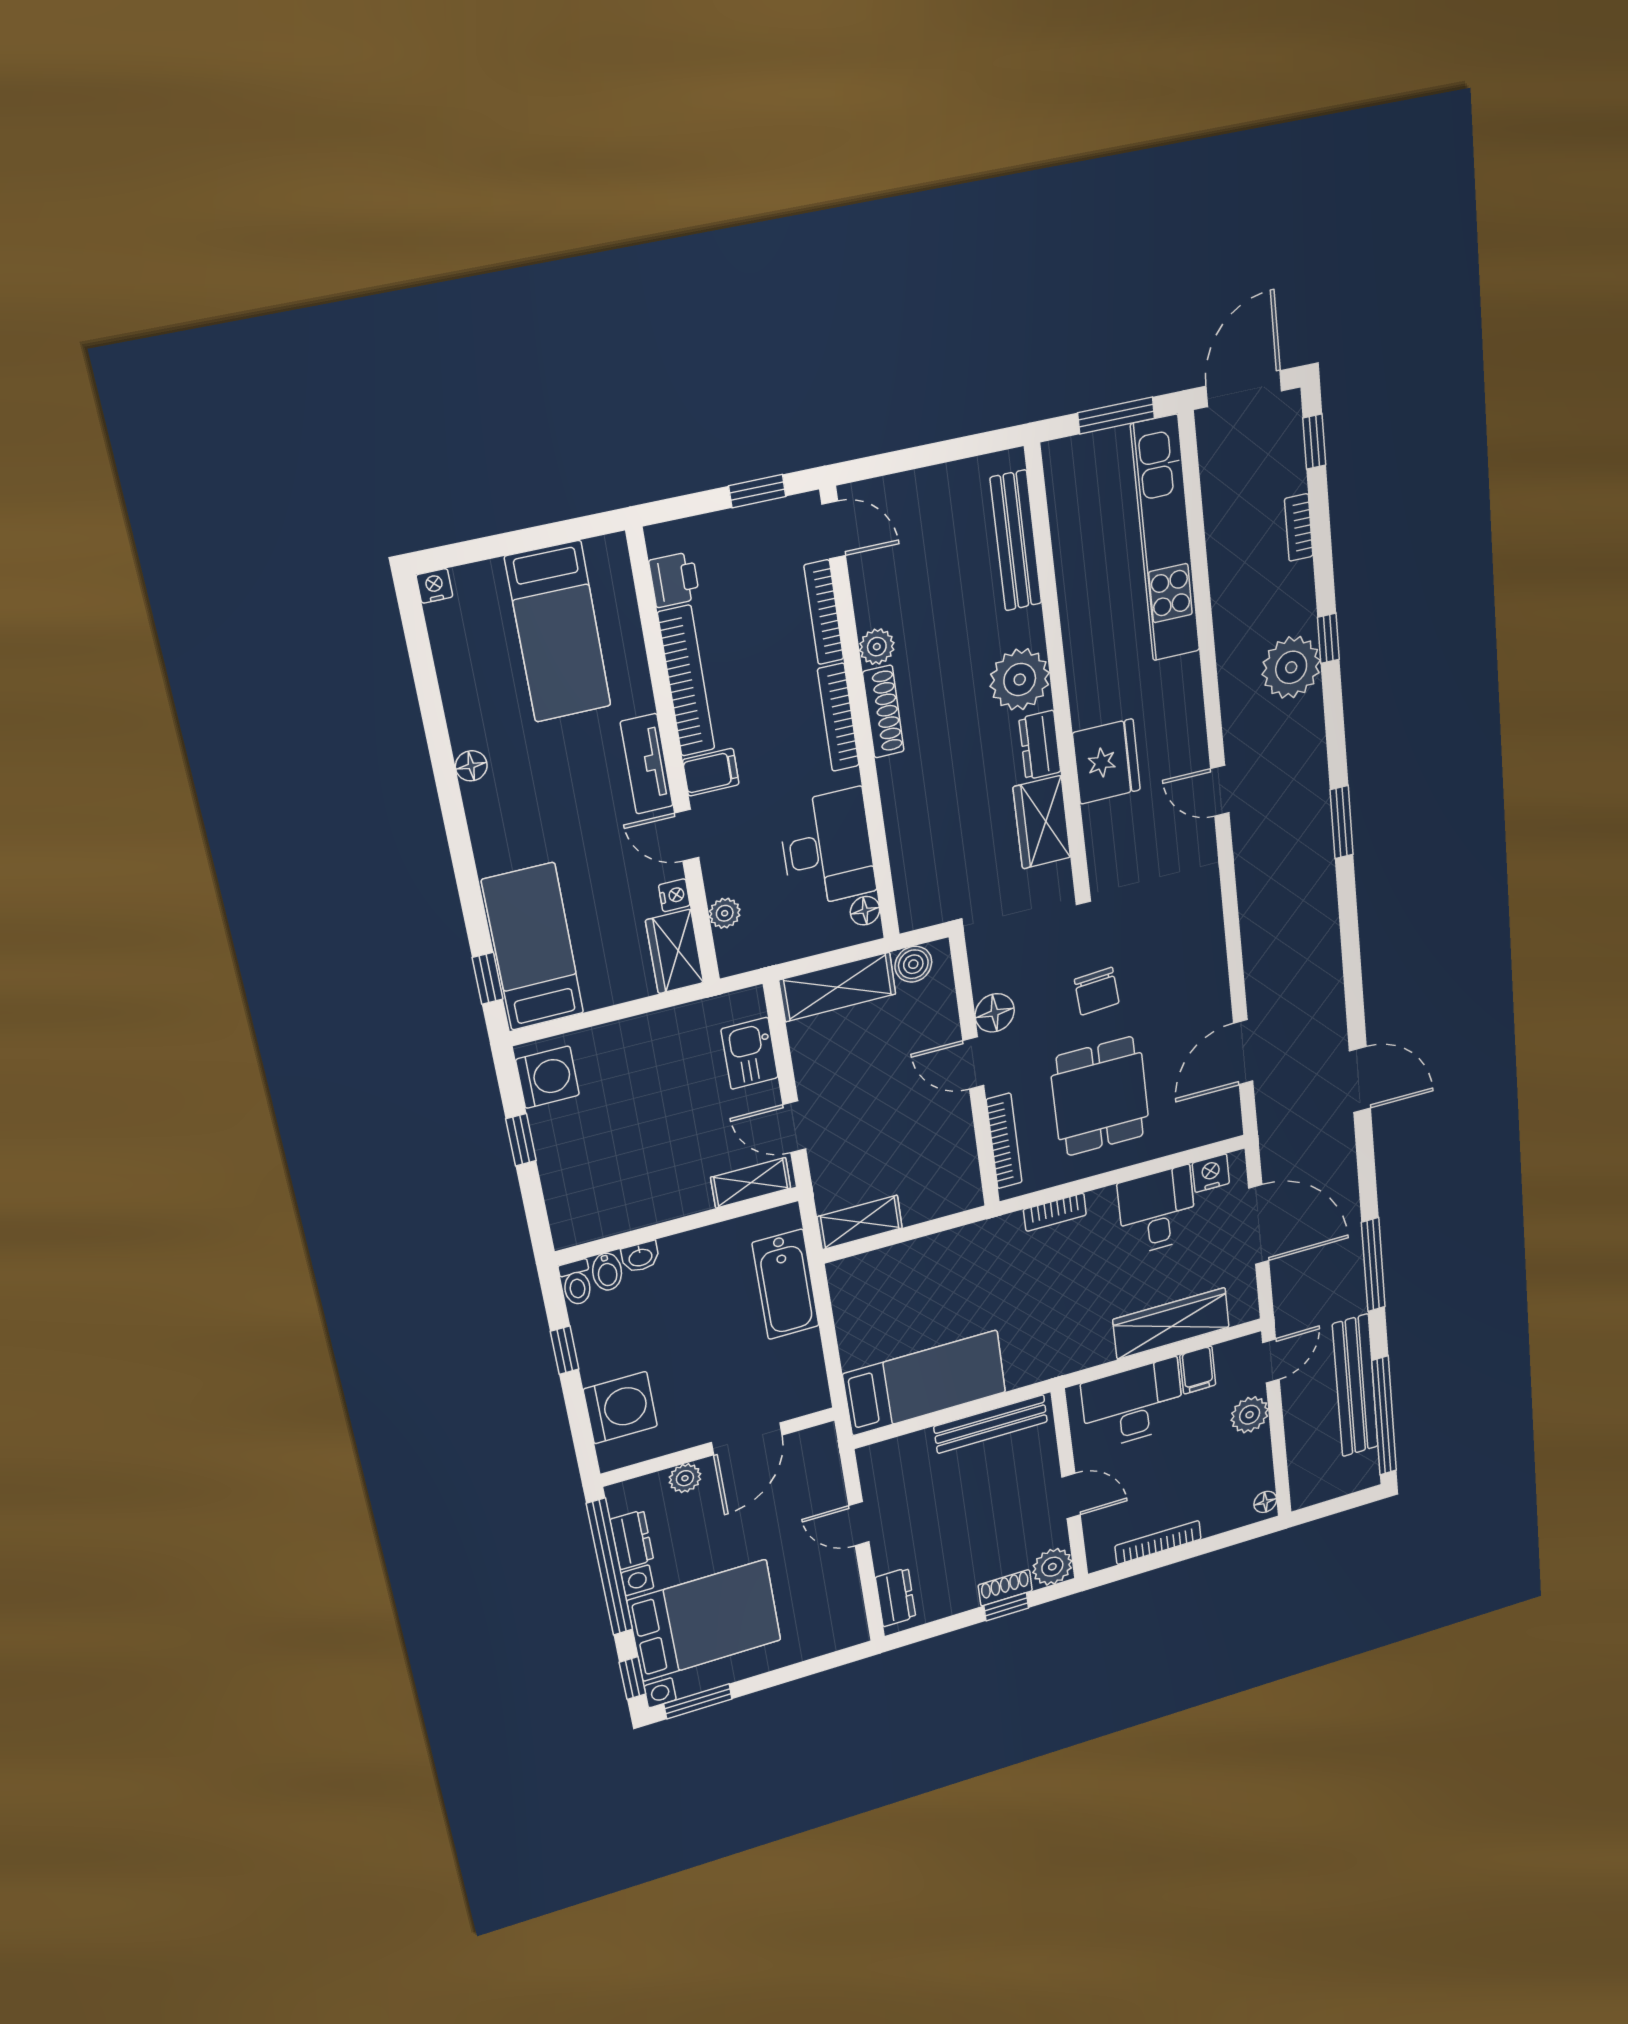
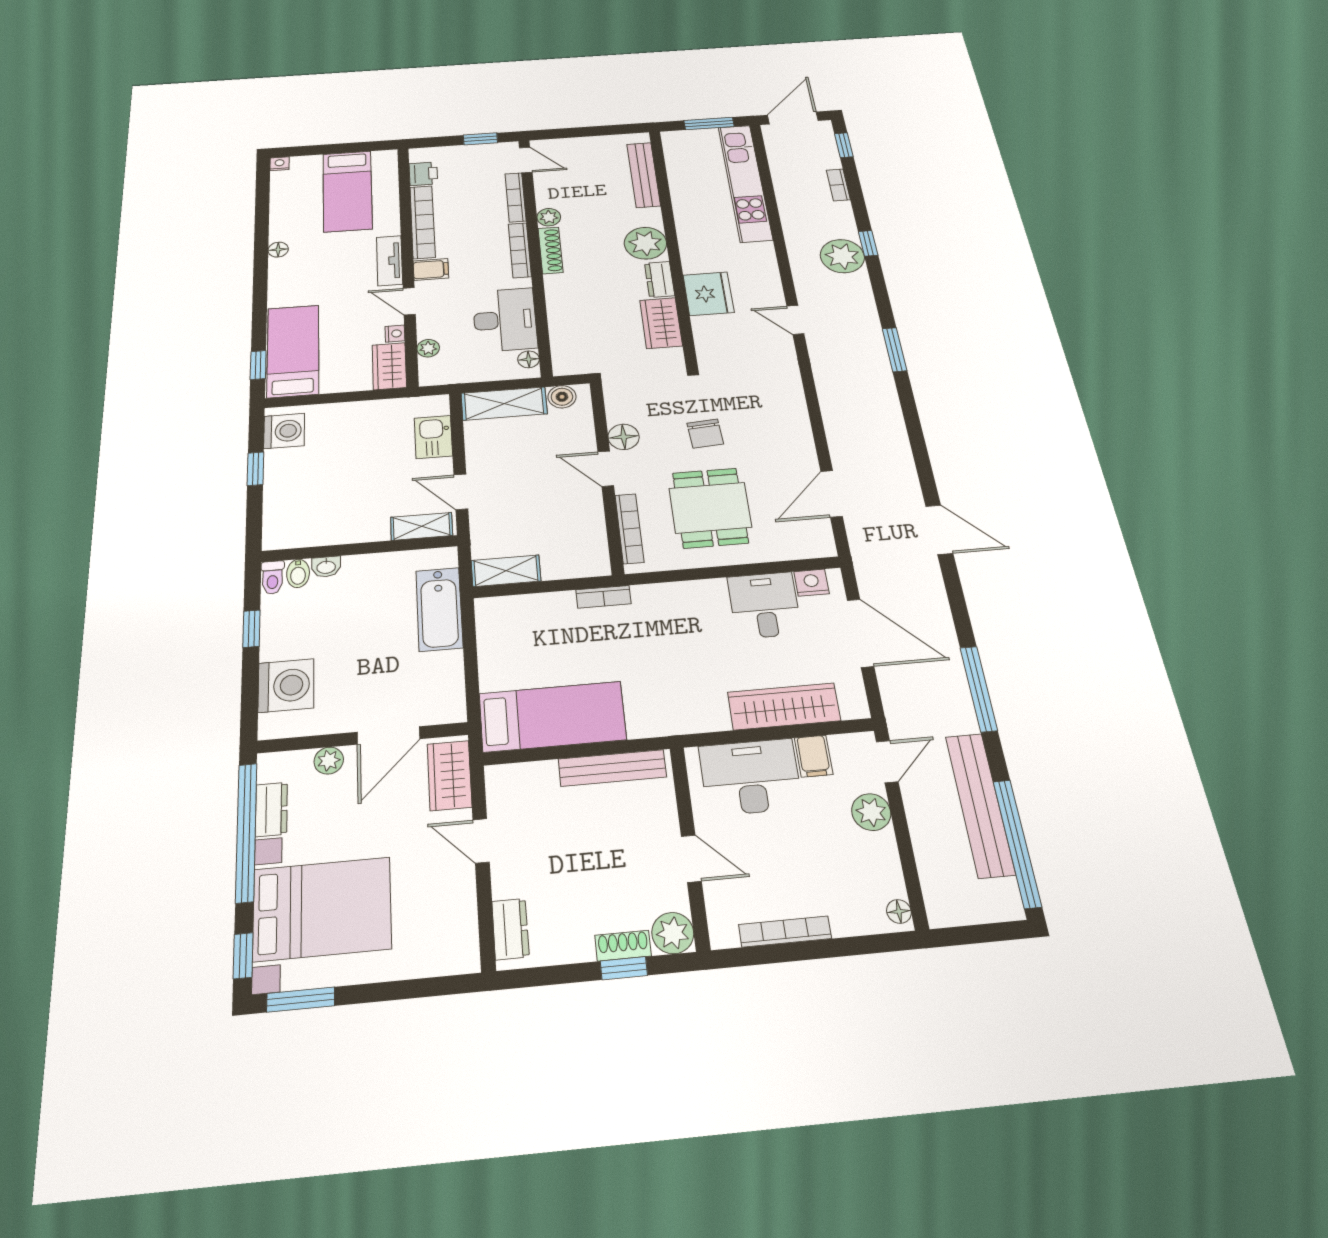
bookcase: (1055, 1212) -> (604, 597), moved
wardrobe: (819, 1467) -> (449, 775), added

